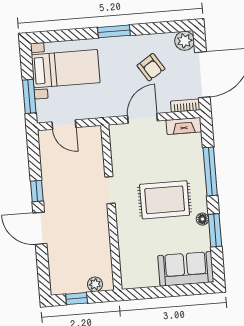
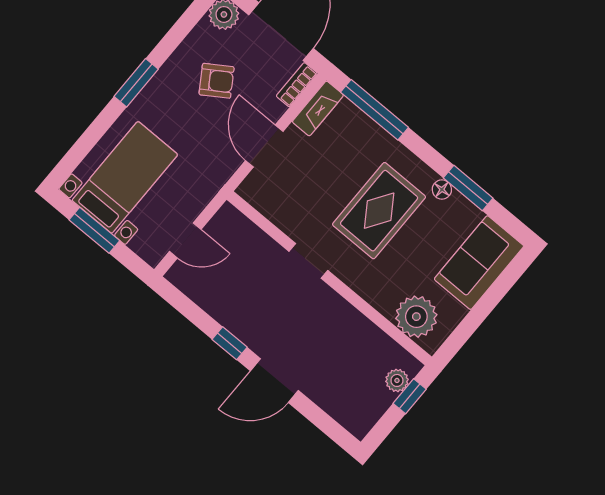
window: (29, 96) -> (94, 230), moved
window: (210, 171) -> (374, 110), moved
plant: (133, 264) -> (416, 317), added
window: (77, 299) -> (410, 396), moved

